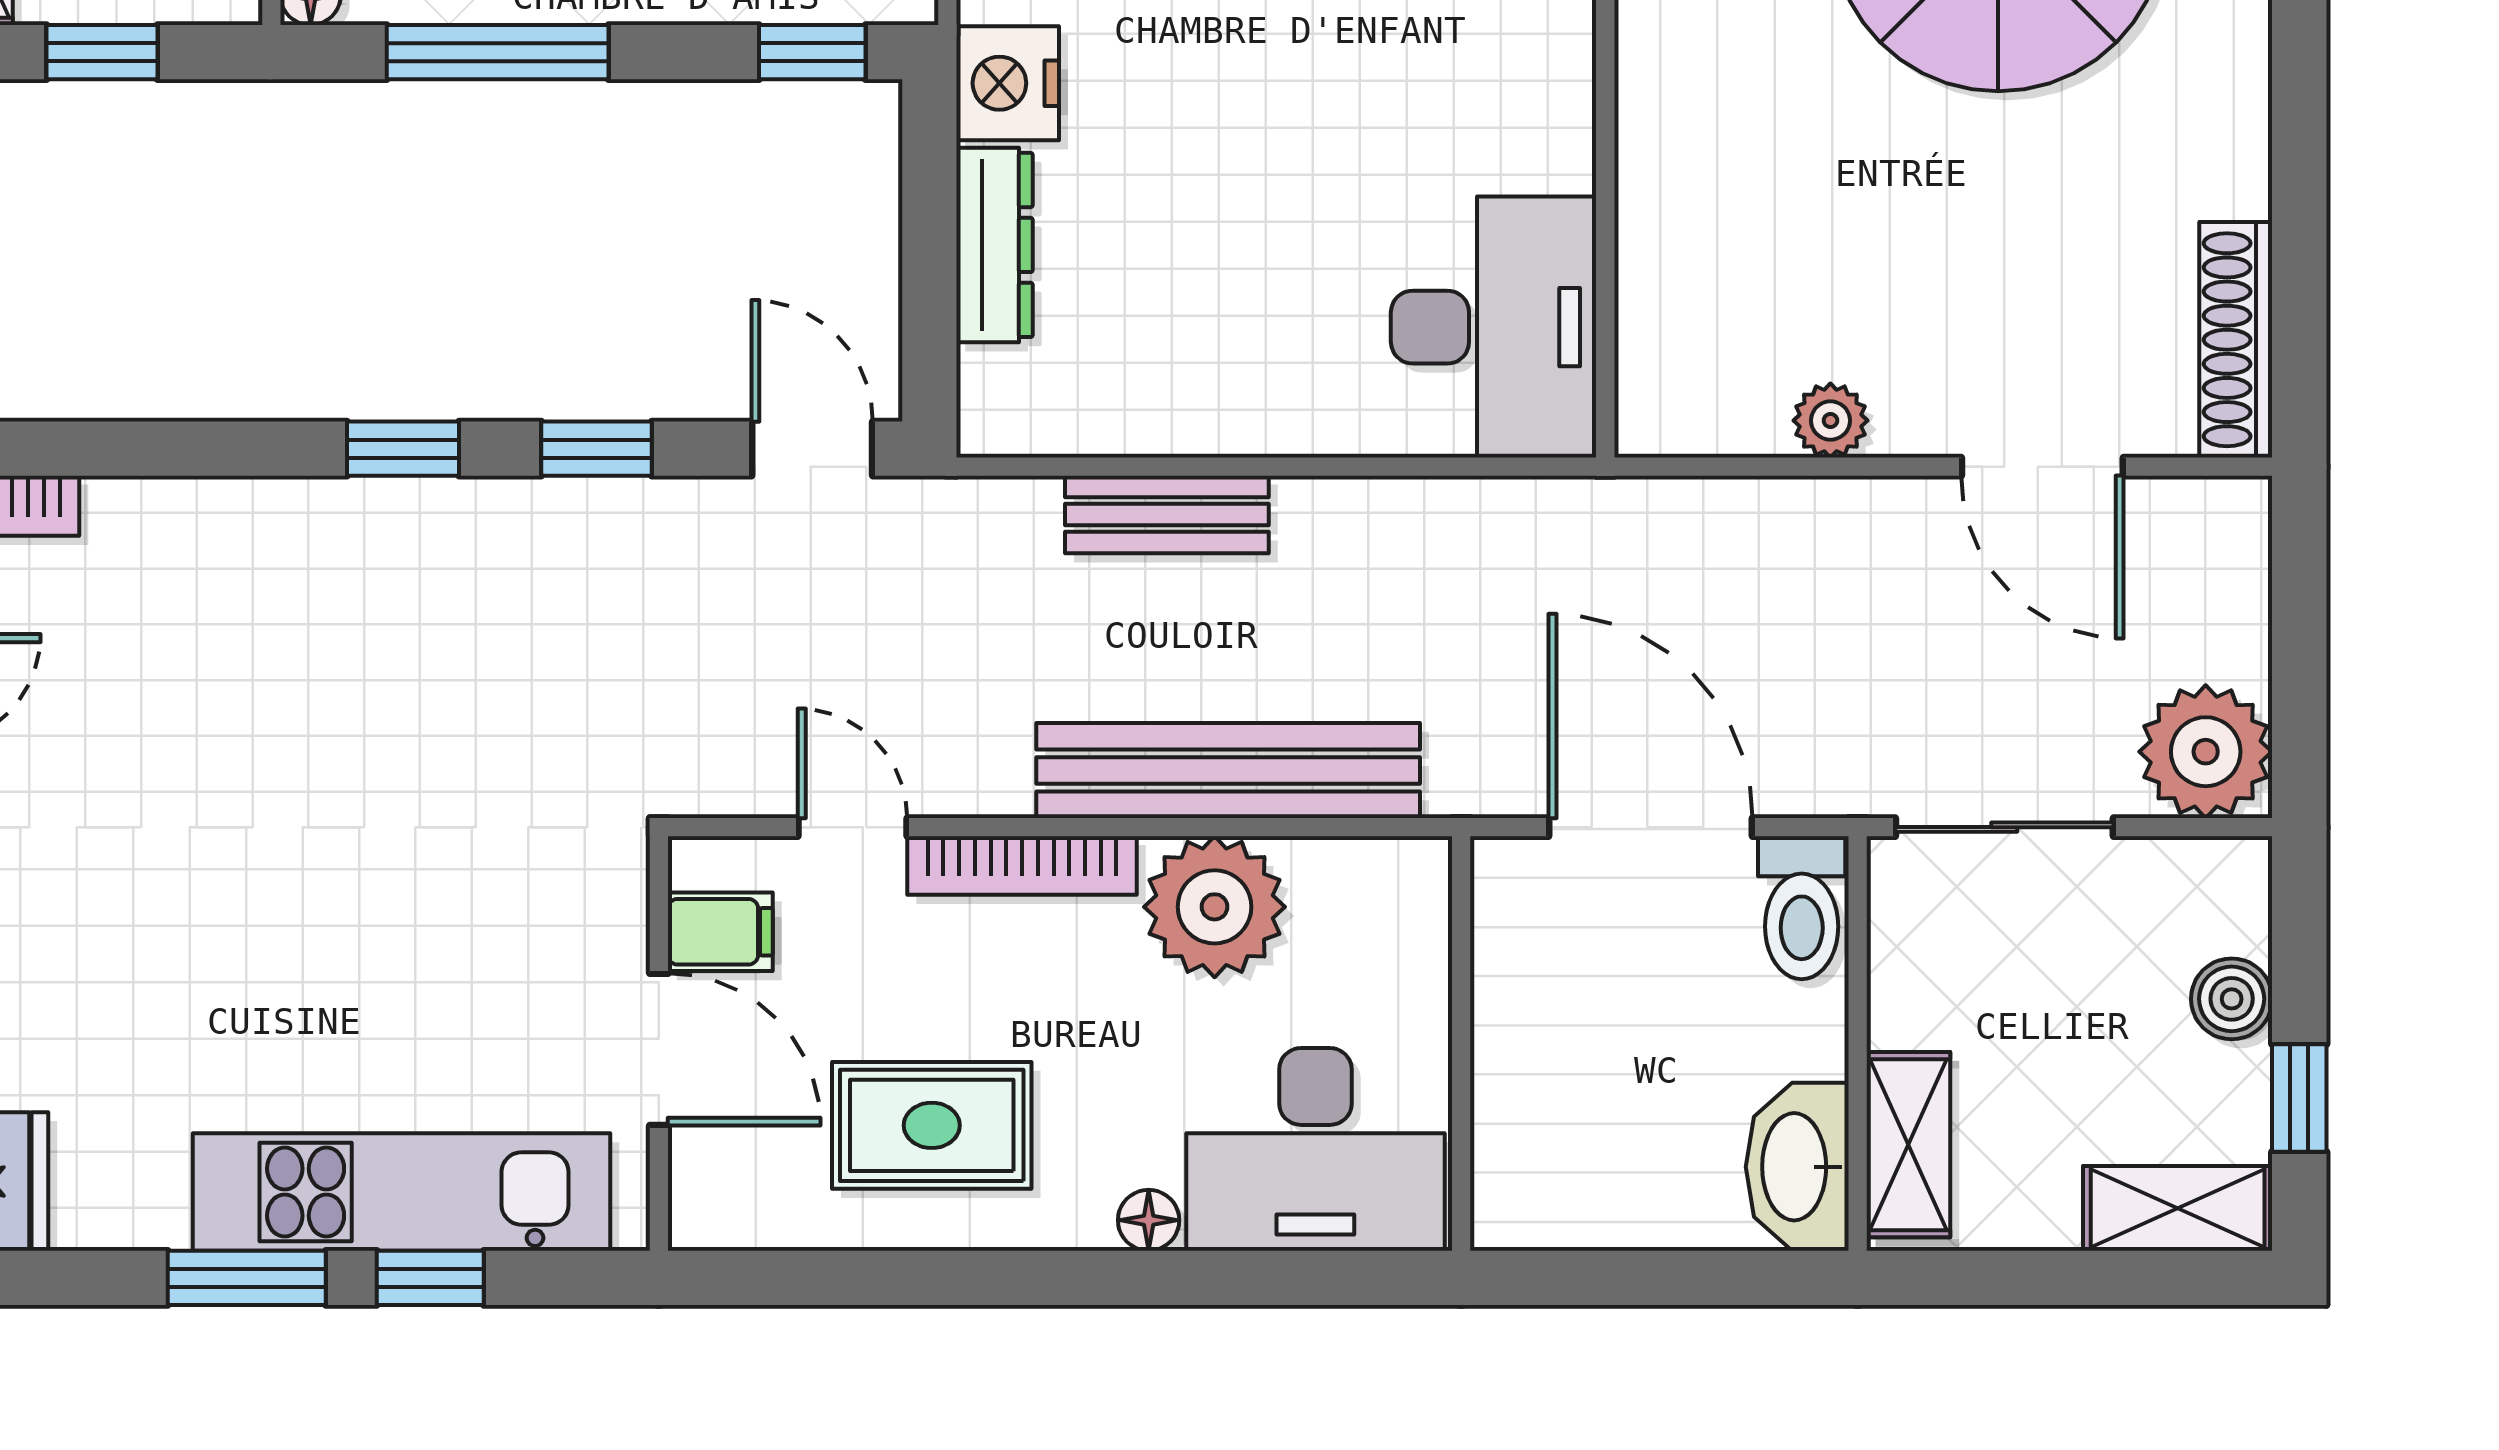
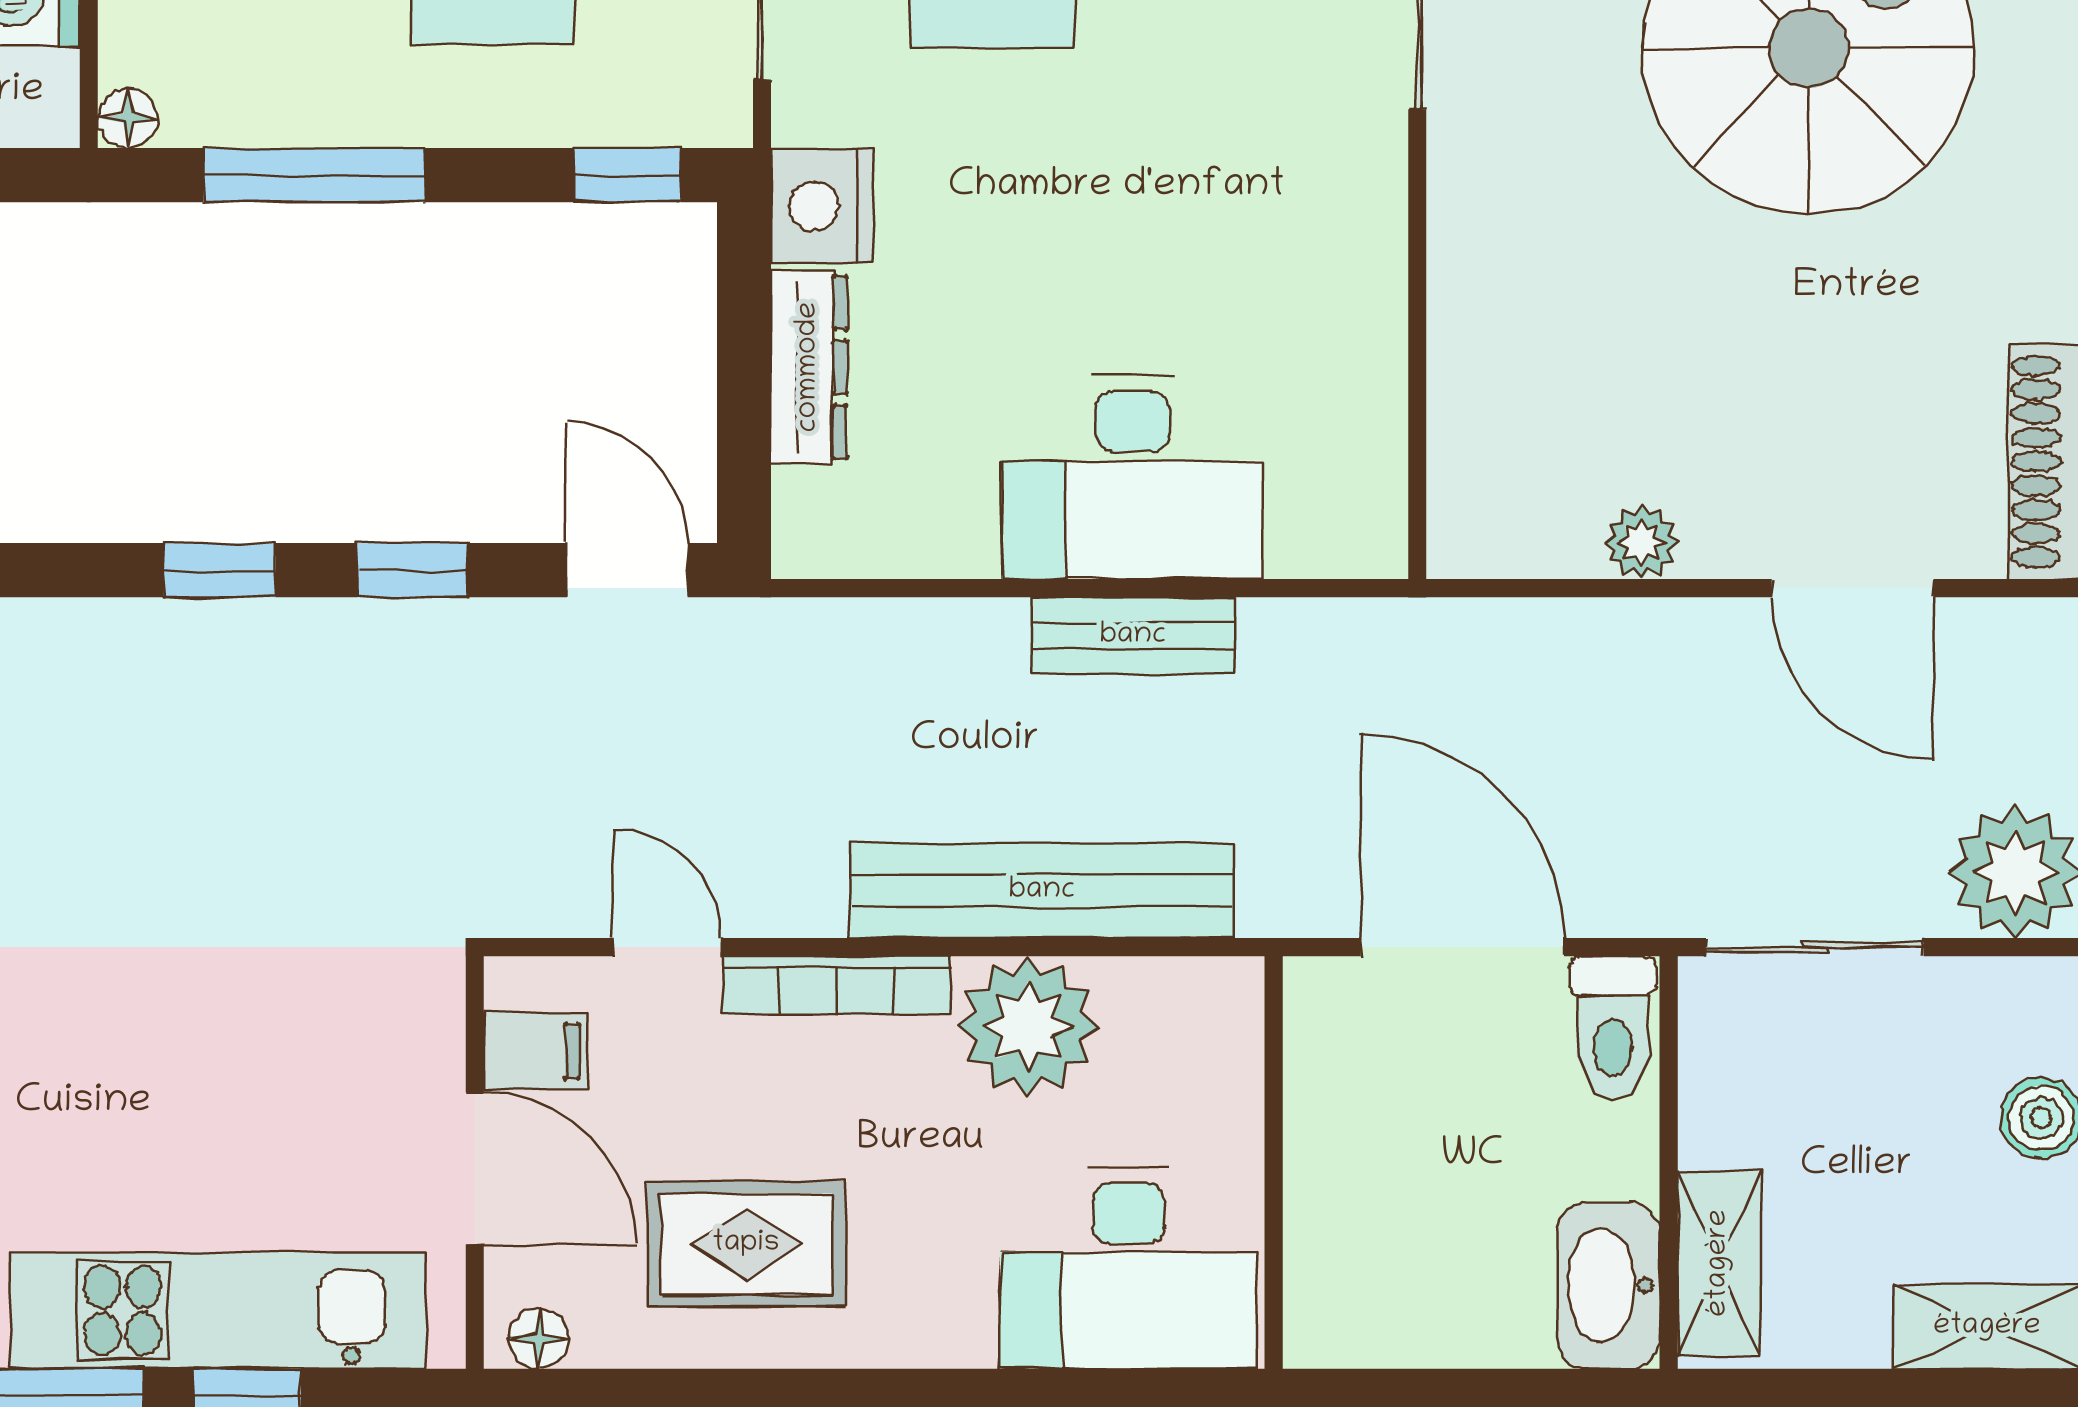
desk: (1494, 327) -> (1133, 477), moved, turned 90
bench: (1167, 515) -> (1133, 636), moved
floor lamp: (1149, 1220) -> (539, 1339), moved

